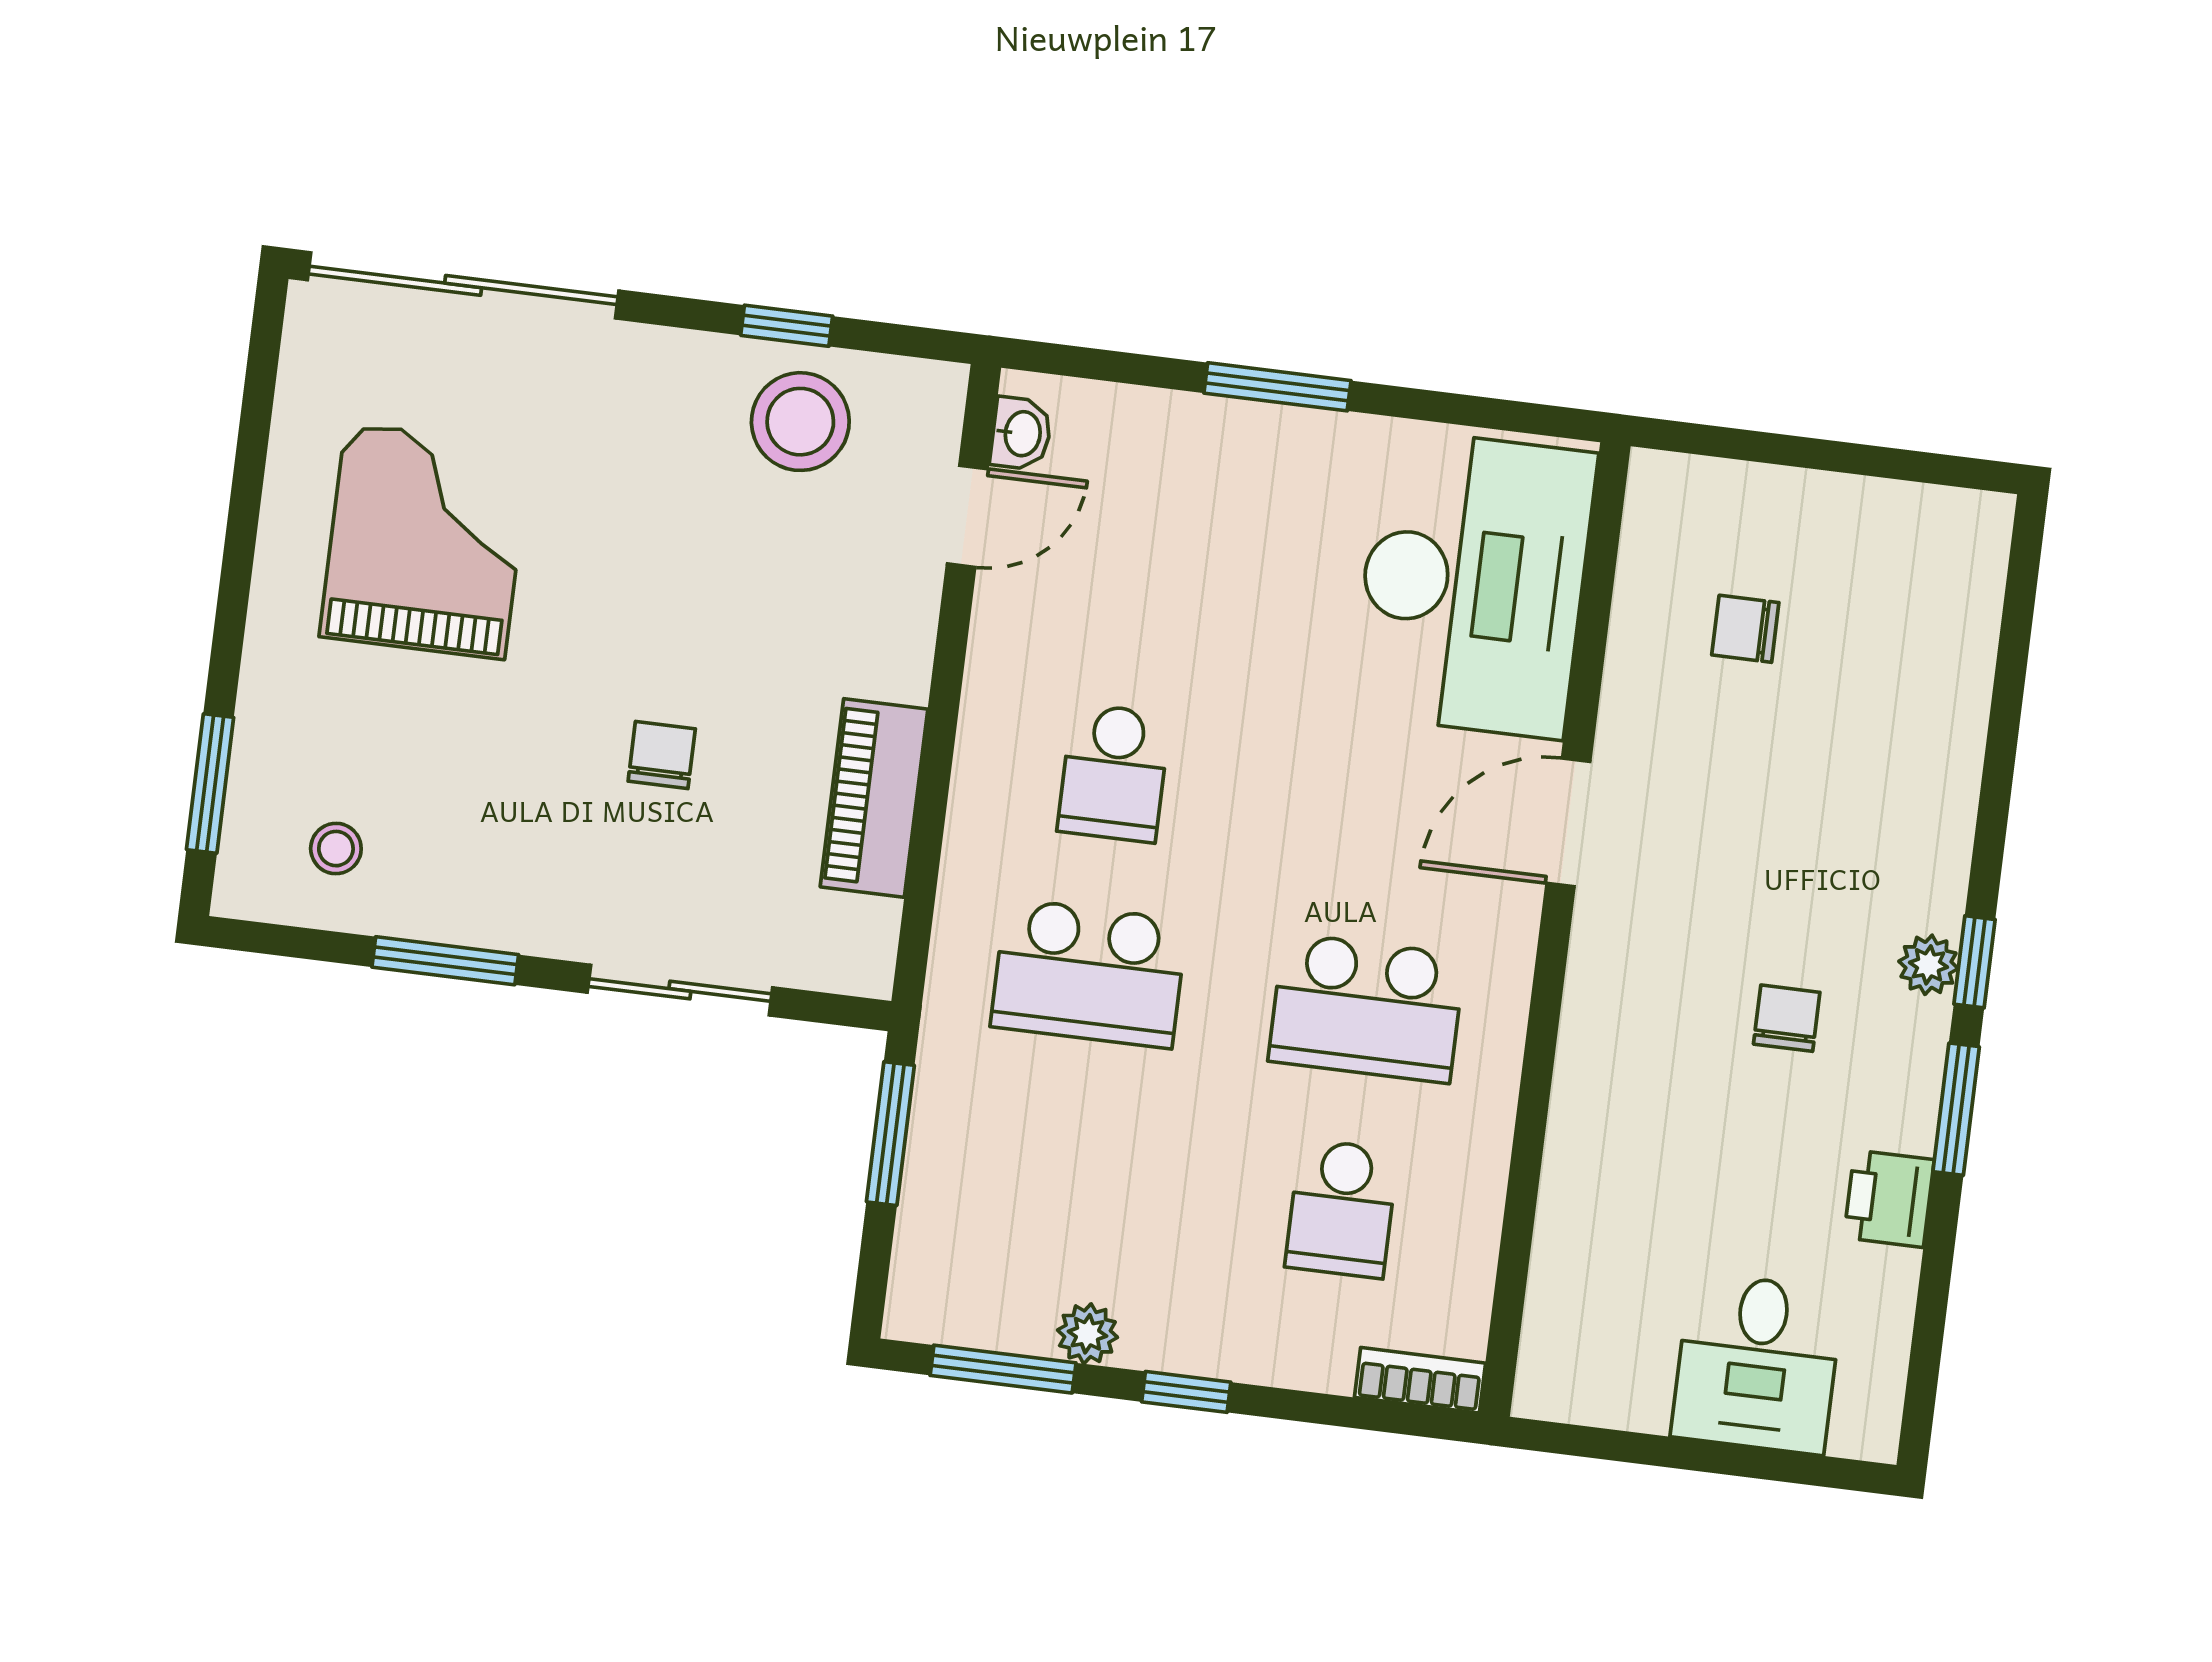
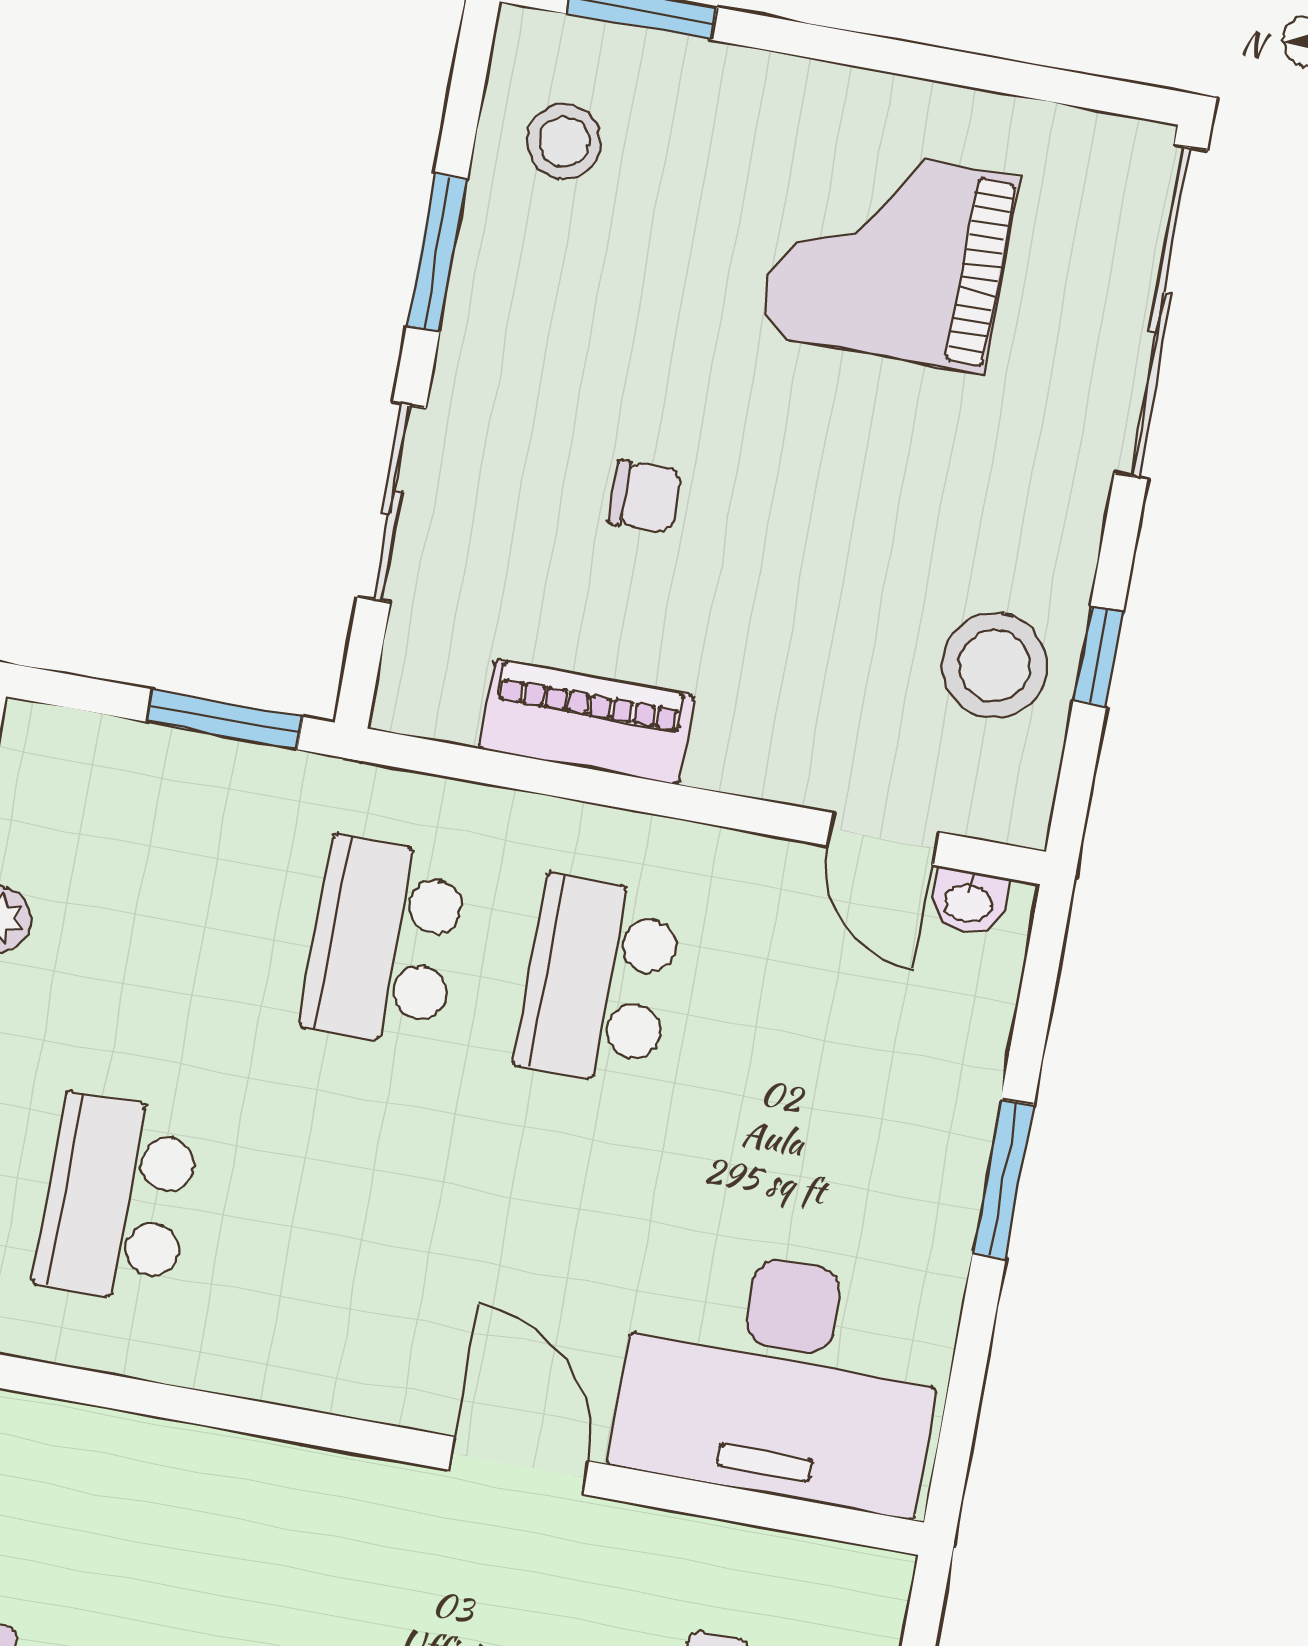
grand piano: (425, 541) -> (889, 256), turned 180
school desk: (1114, 773) -> (599, 981), width x1.85
stool: (336, 849) -> (564, 141), width x1.37, depth x1.37
school desk: (1367, 1008) -> (331, 1238), removed
school desk: (1342, 1209) -> (117, 1199), width x1.85

